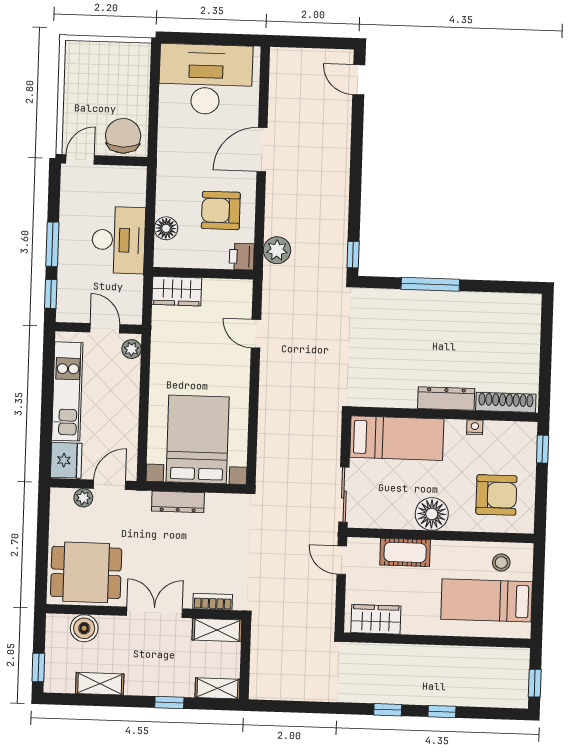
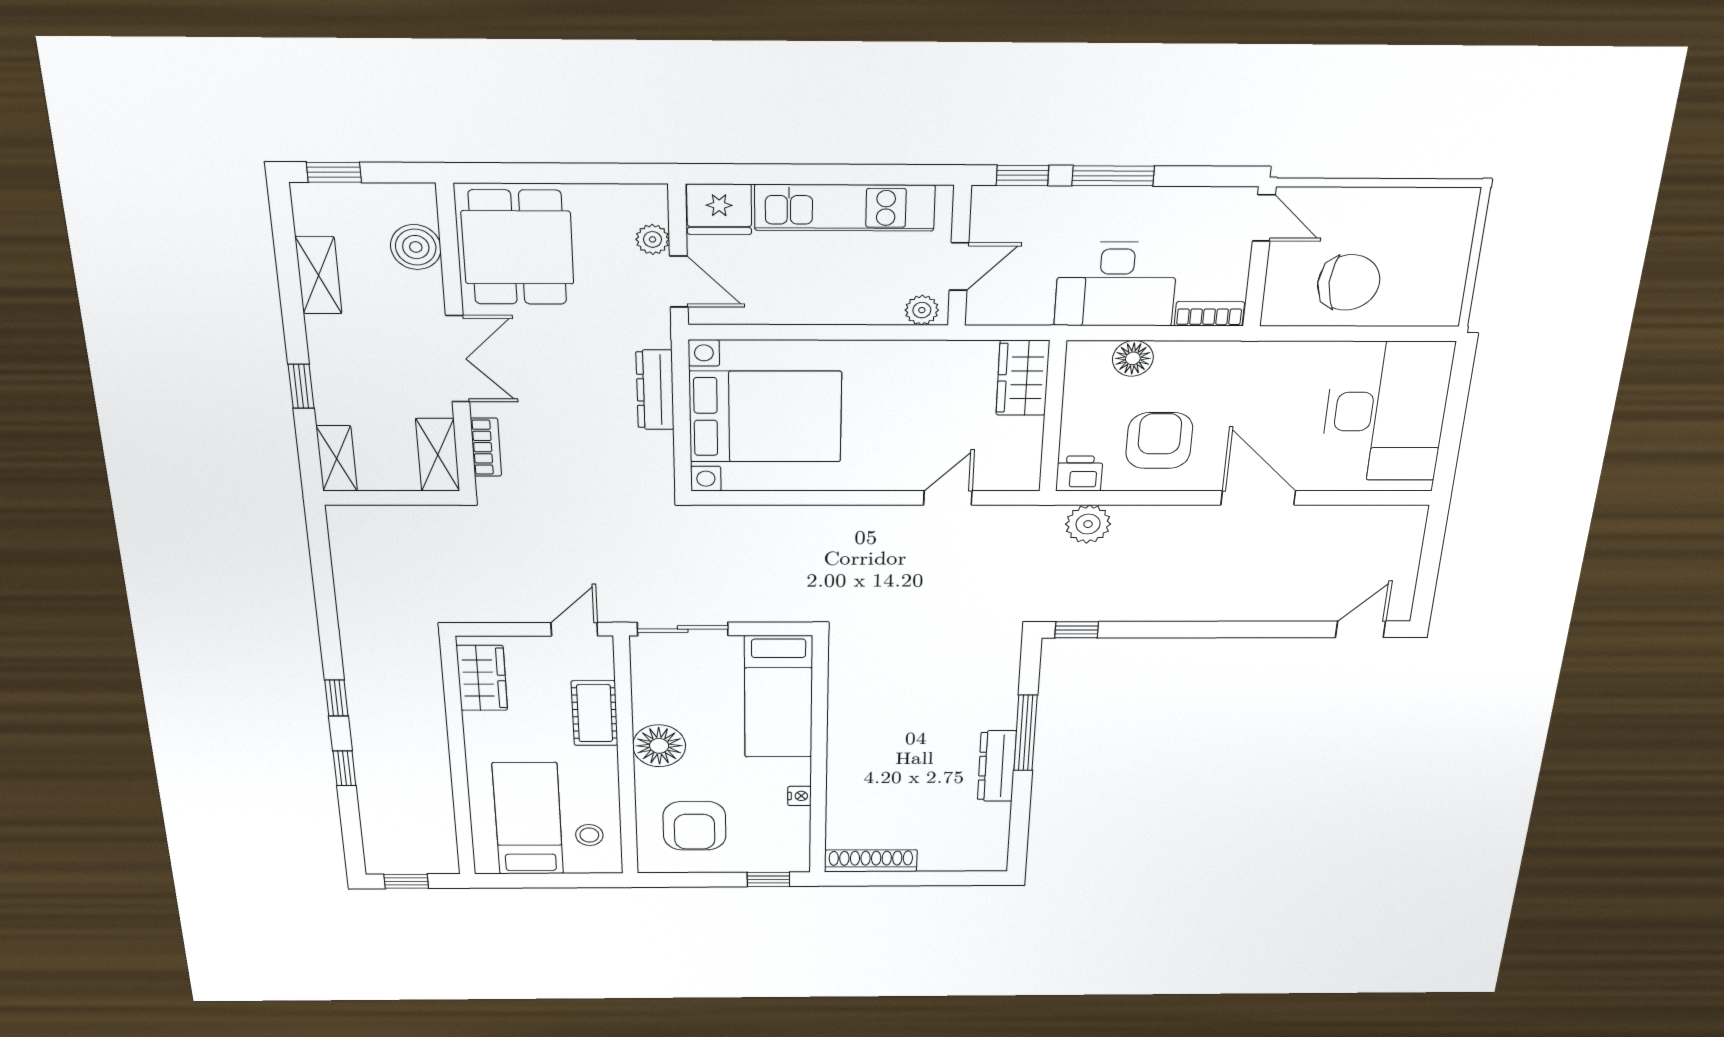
chair: (123, 136) -> (1349, 282), moved
bookcase: (139, 186) -> (1209, 314), added
dresser: (446, 399) -> (997, 766), moved, turned 180
shoe rack: (506, 402) -> (871, 861), moved, turned -90

